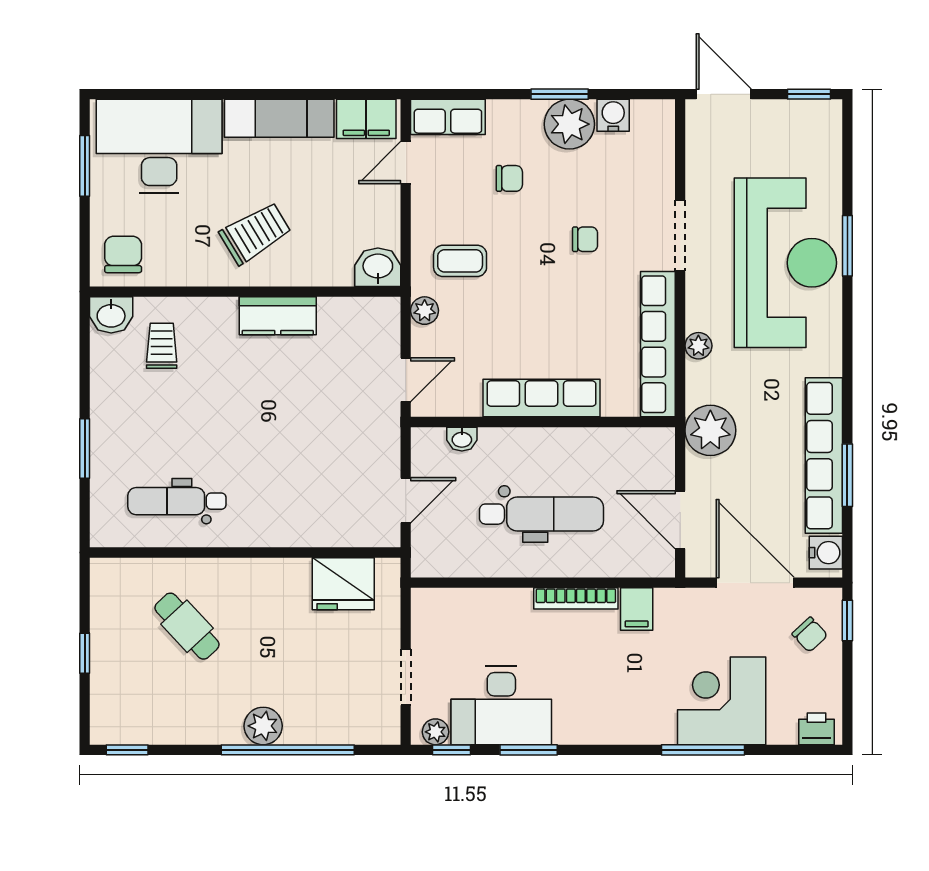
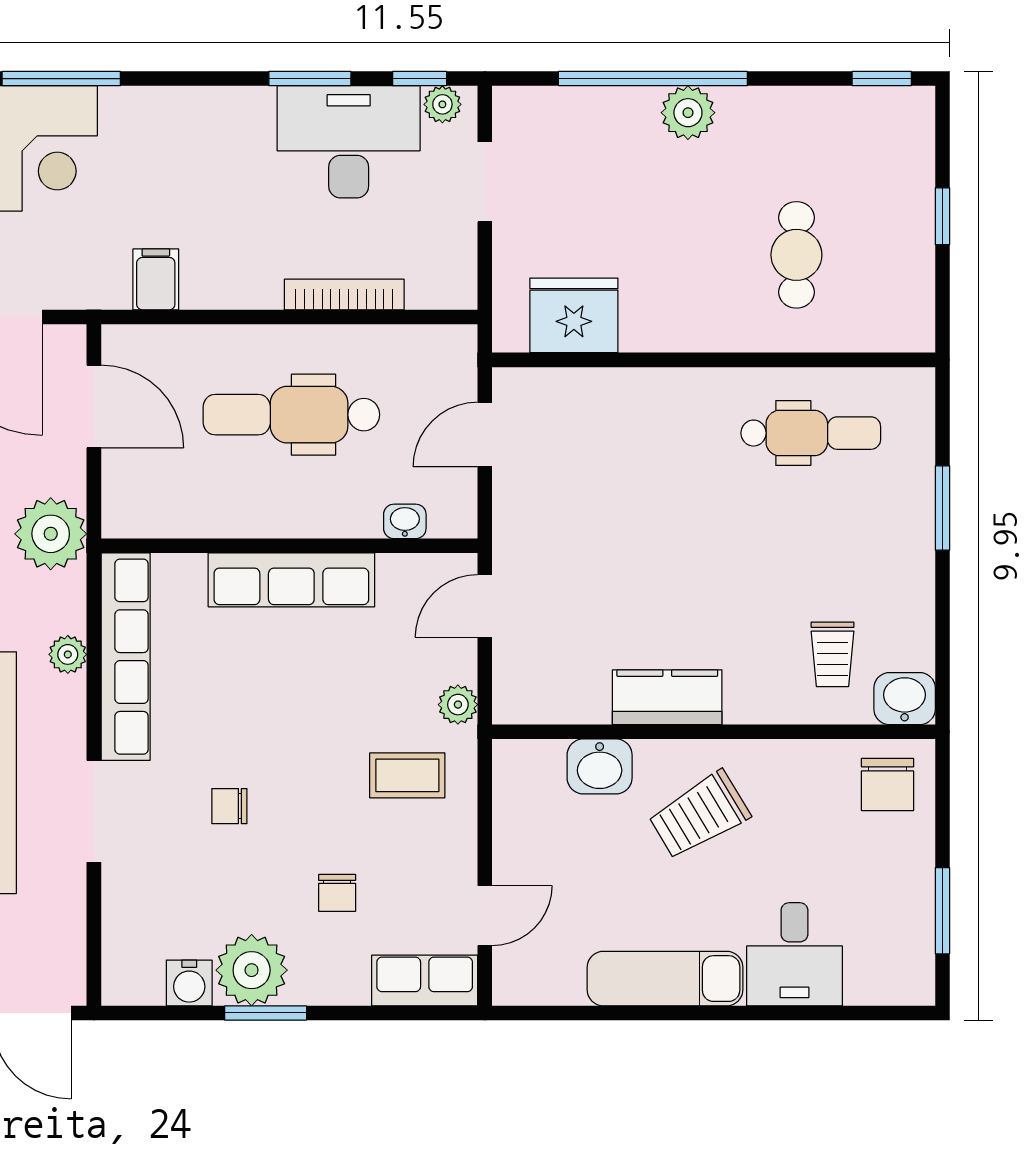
filing cabinet: (366, 119) -> (541, 978), removed
desk: (159, 146) -> (794, 954), width x0.53, depth x0.77
chair: (509, 178) -> (337, 893), turned -90
washbasin: (378, 267) -> (600, 766), moved
bookcase: (576, 598) -> (344, 294), moved
cafe table: (187, 626) -> (796, 255), turned 43

